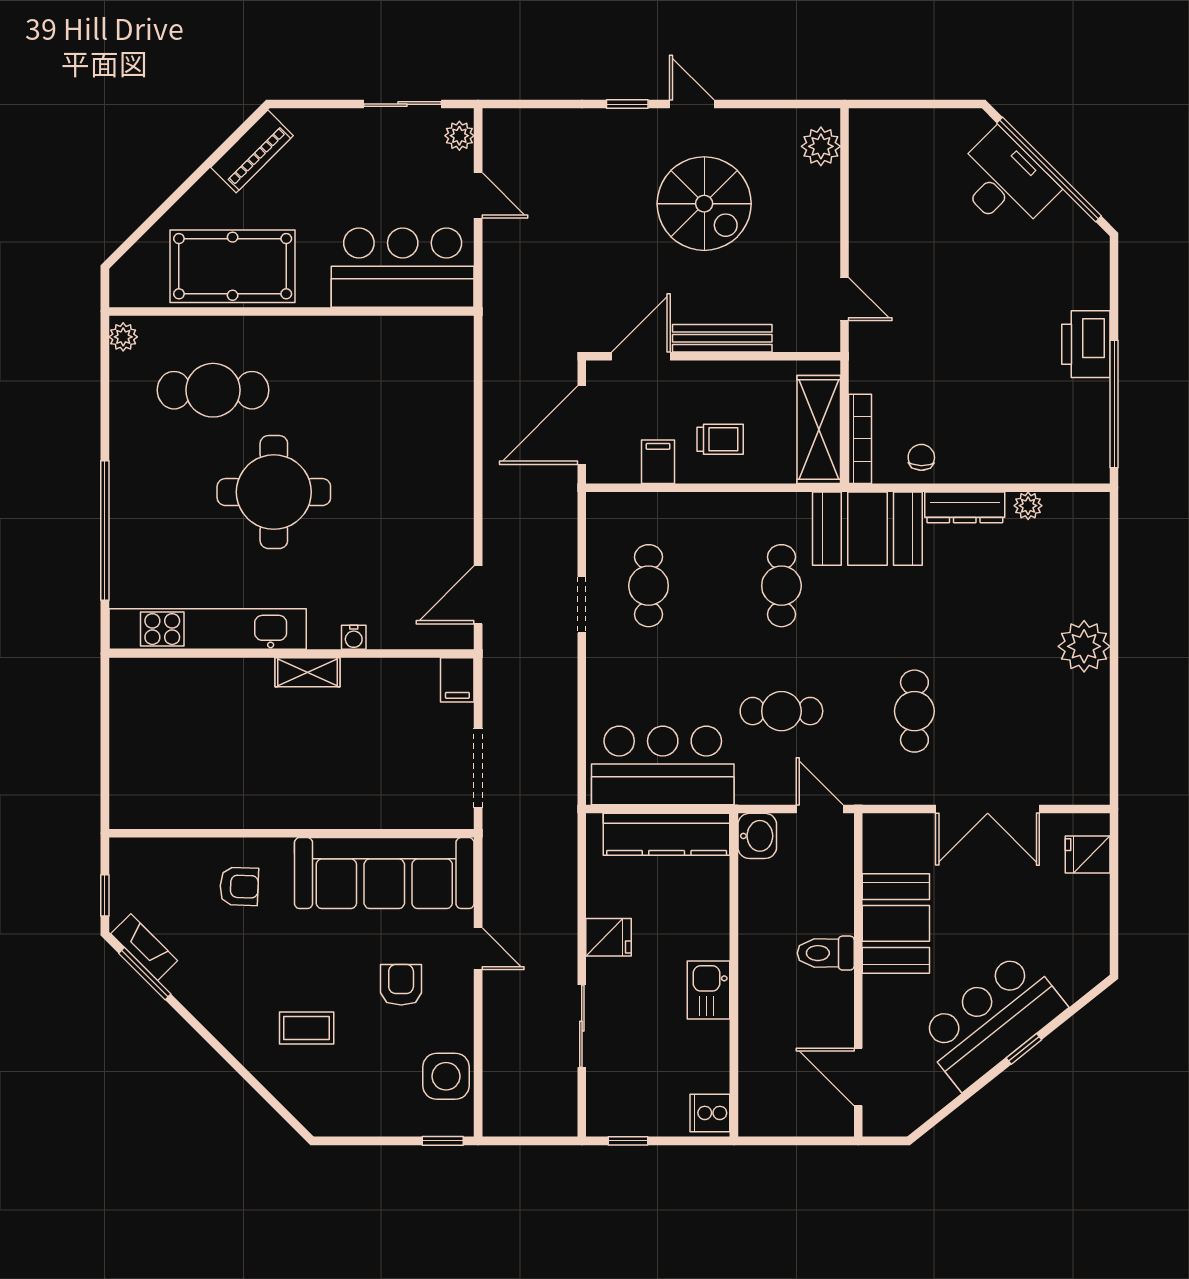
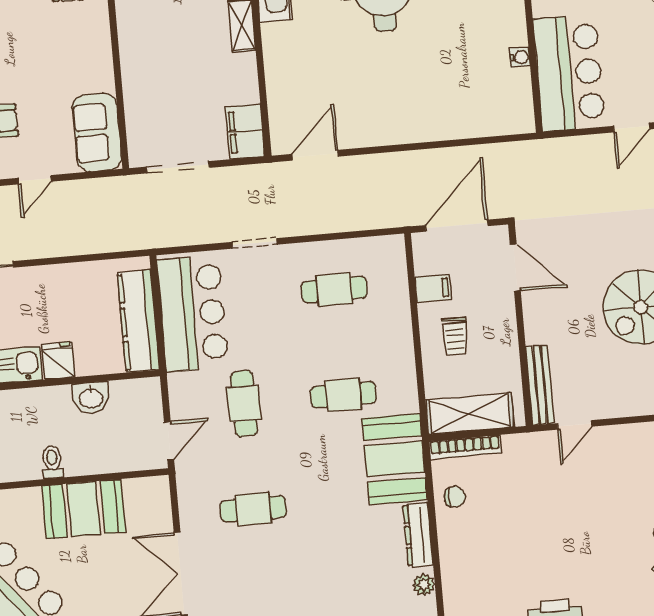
bench: (722, 338) -> (540, 385), moved
door: (582, 425) -> (457, 226), hinge flipped
door: (478, 595) -> (315, 155), hinge flipped
doorway: (582, 605) -> (255, 243), moved
water cooler: (354, 637) -> (520, 57), moved, turned 180
filing cabinet: (457, 680) -> (245, 131), width x2.00
washbasin: (757, 836) -> (91, 398), moved
sofa: (384, 873) -> (97, 132), width x0.54, depth x0.79
fridge: (609, 937) -> (58, 361), moved, turned 180
toilet: (826, 953) -> (52, 462), width x0.73, depth x0.72

